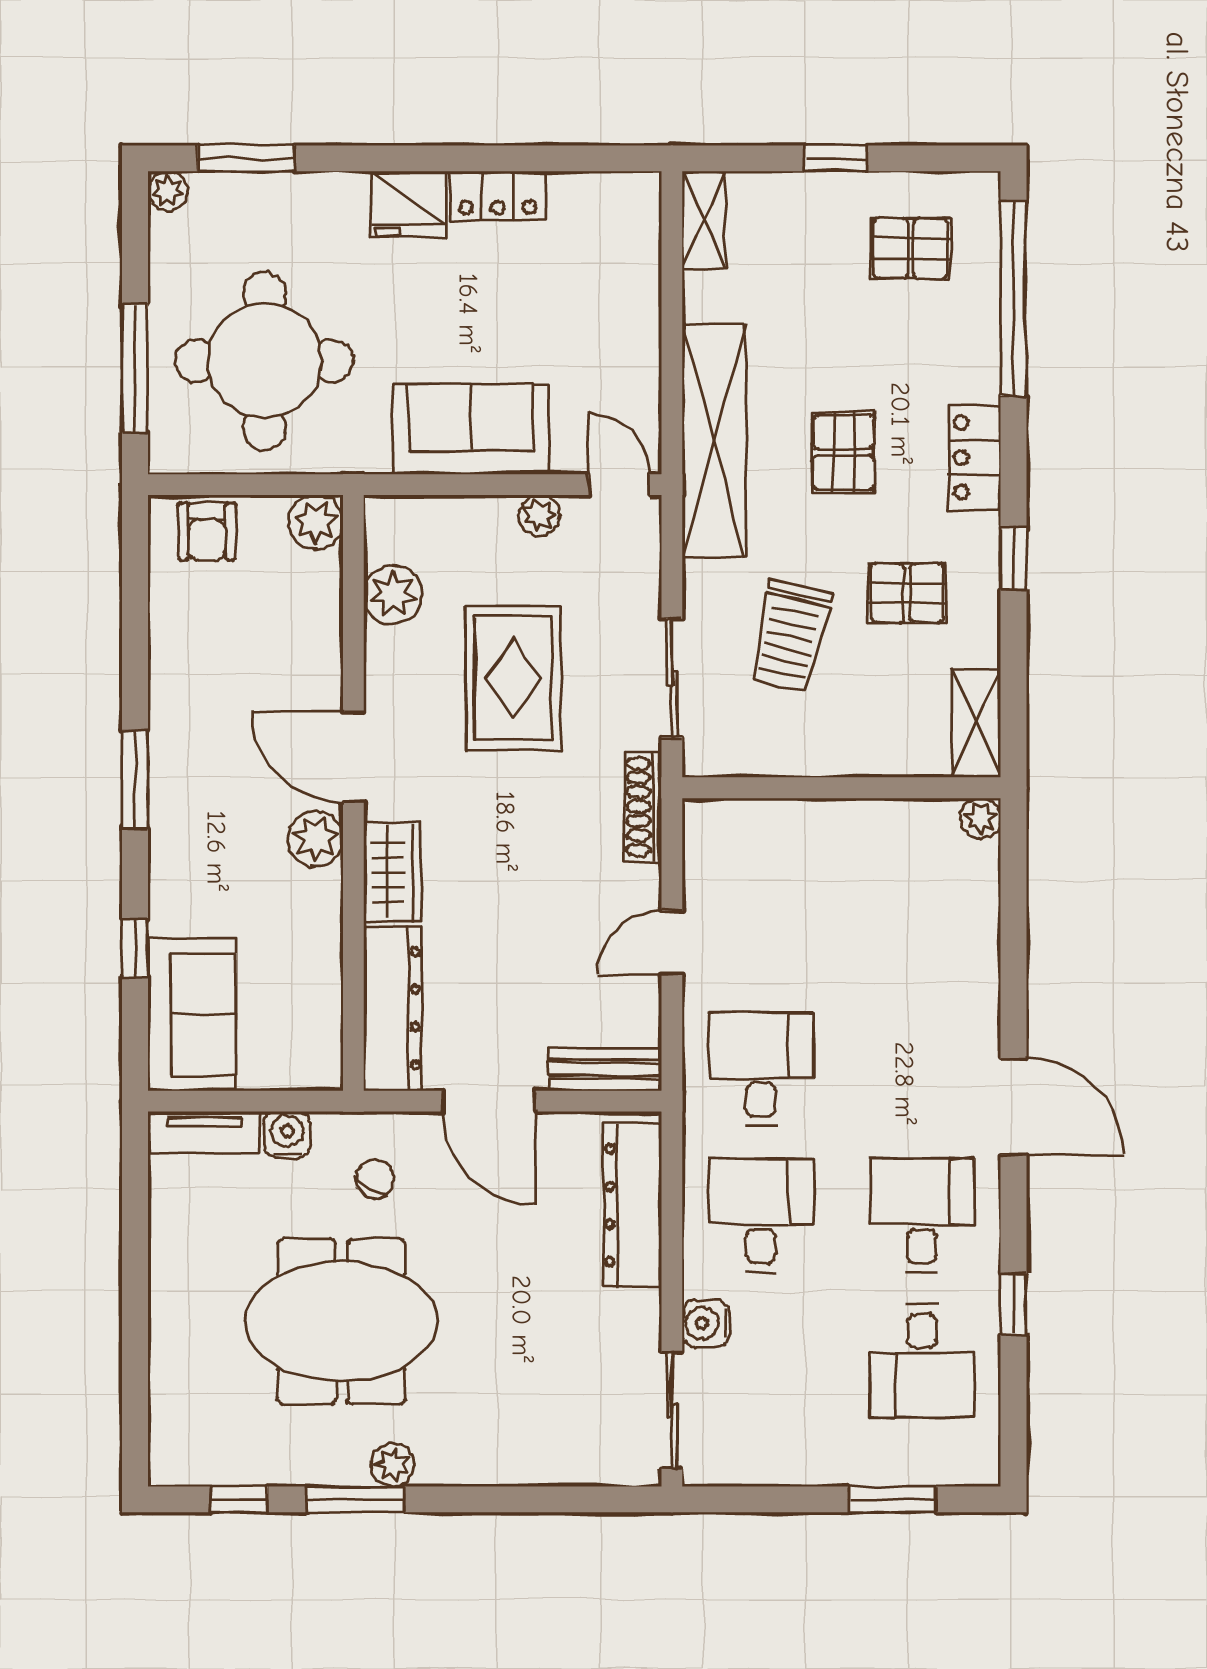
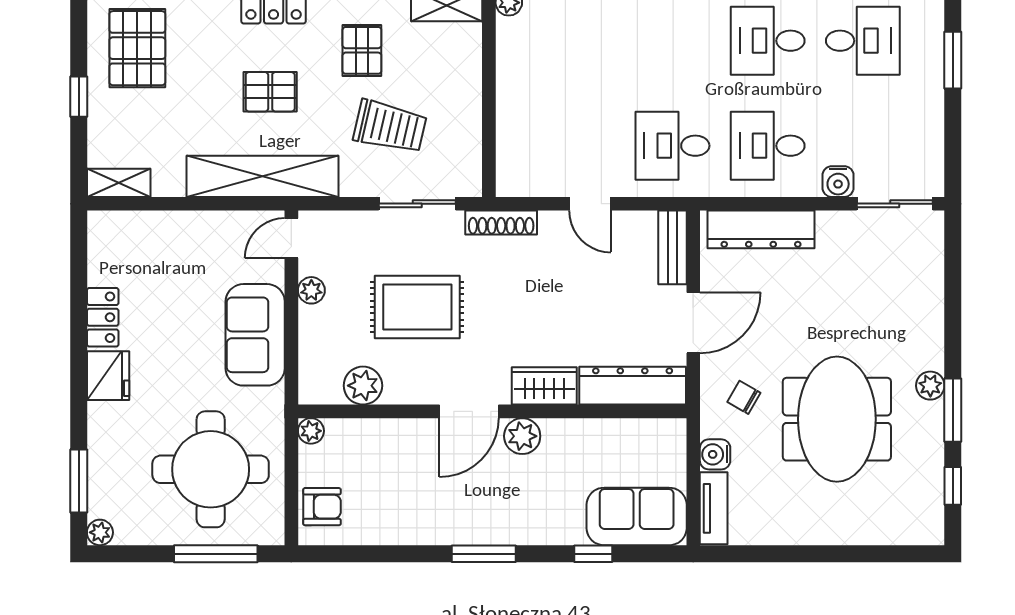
pallet: (911, 248) -> (137, 48), width x1.50, depth x1.42
plant: (316, 522) -> (311, 431), width x0.73, depth x0.73

